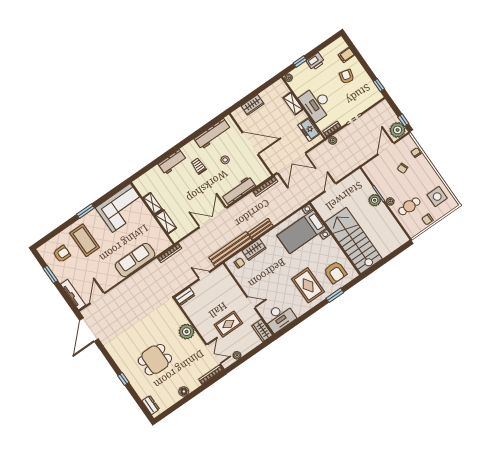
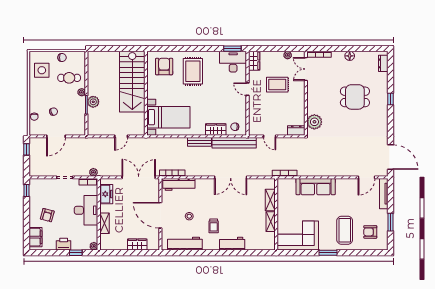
filing cabinet: (346, 55) -> (35, 237), width x2.00
plant: (398, 130) -> (36, 145), removed
workbench: (239, 191) -> (179, 184), moved
window: (335, 295) -> (232, 49), moved
door: (89, 330) -> (391, 157), hinge flipped
plant: (187, 332) -> (314, 122), moved

